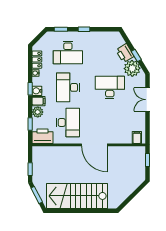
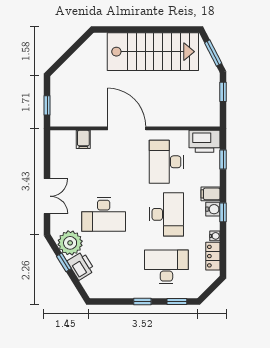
plant: (38, 112) -> (212, 177), removed
filing cabinet: (137, 137) -> (83, 139), moved

